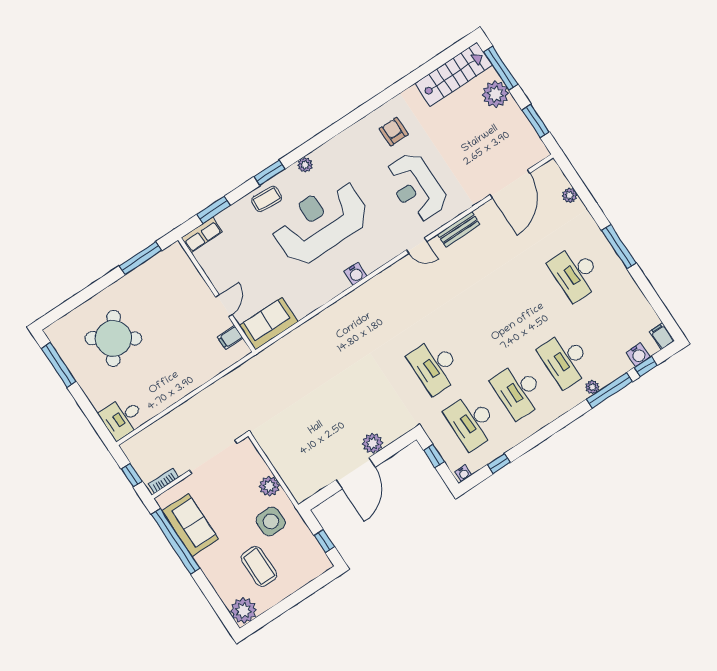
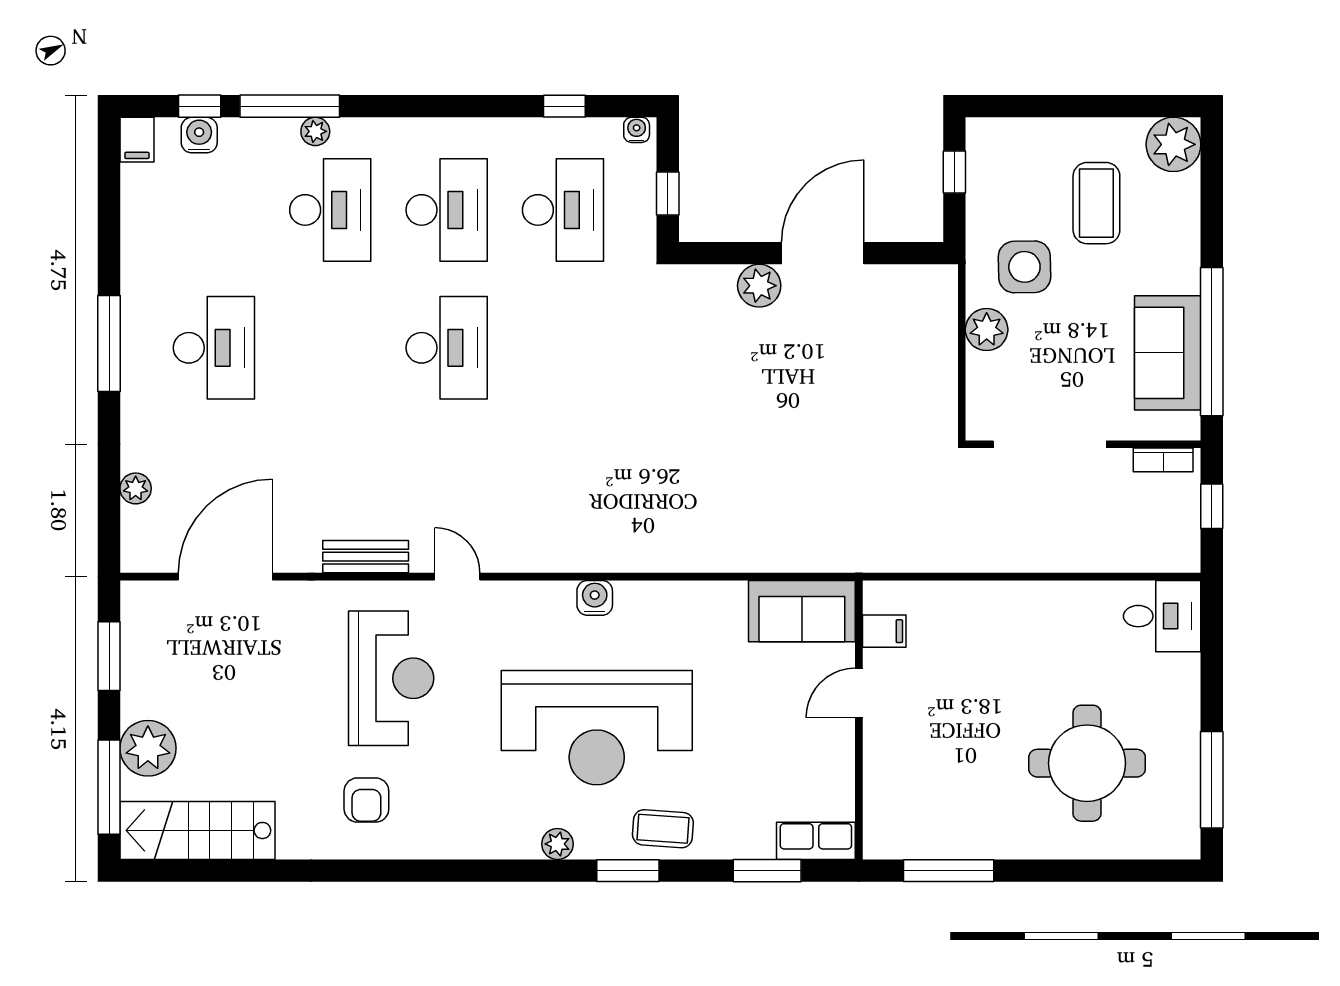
round table: (113, 338) -> (1087, 763), turned -34
desk: (435, 366) -> (447, 348), moved

